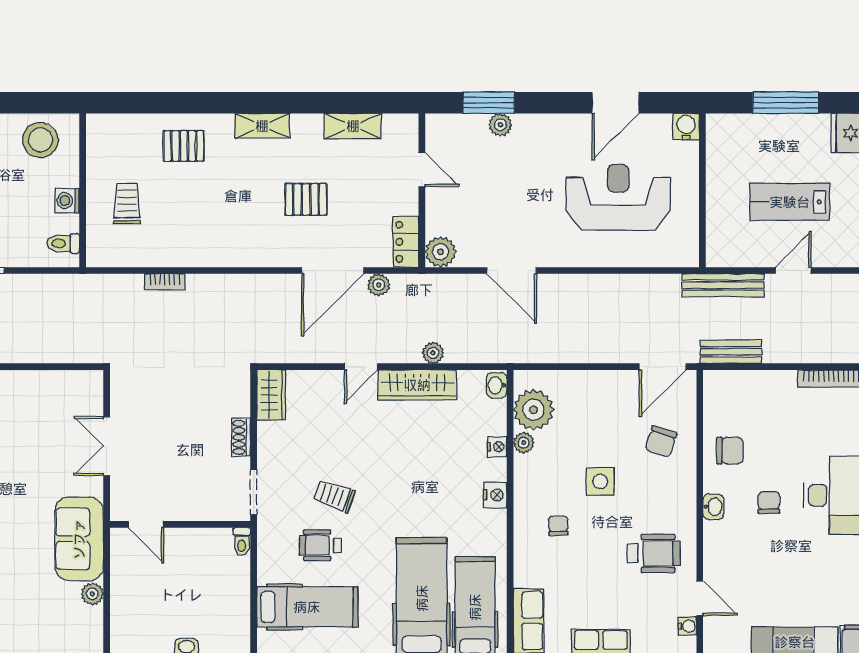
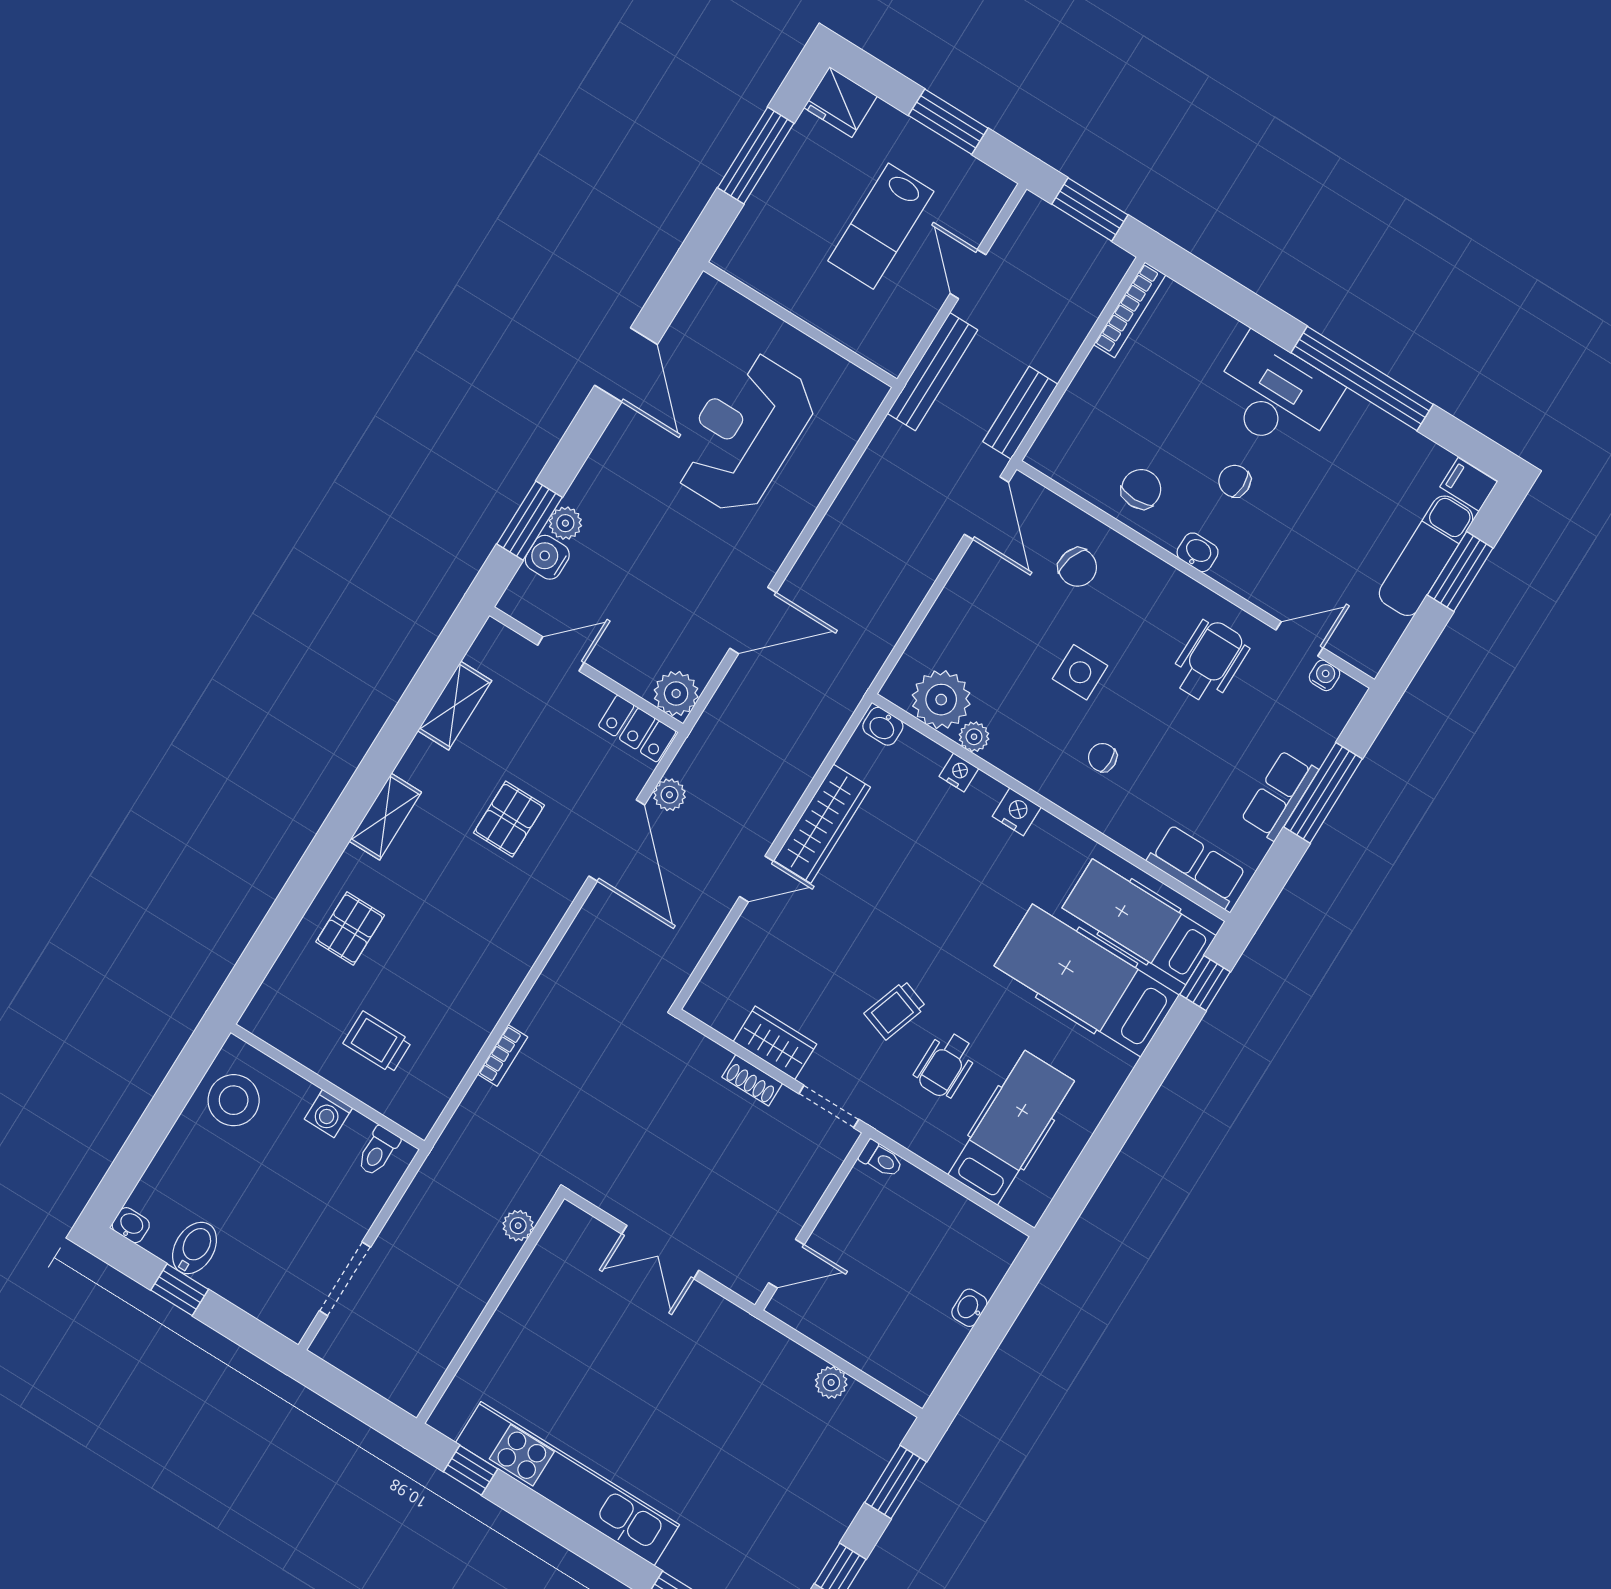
water cooler: (686, 127) -> (547, 557), moved
plant: (433, 353) -> (518, 1226), moved
door: (361, 367) -> (757, 879), hinge flipped
wardrobe: (271, 395) -> (775, 1043), moved
sofa: (79, 539) -> (753, 1357), removed

